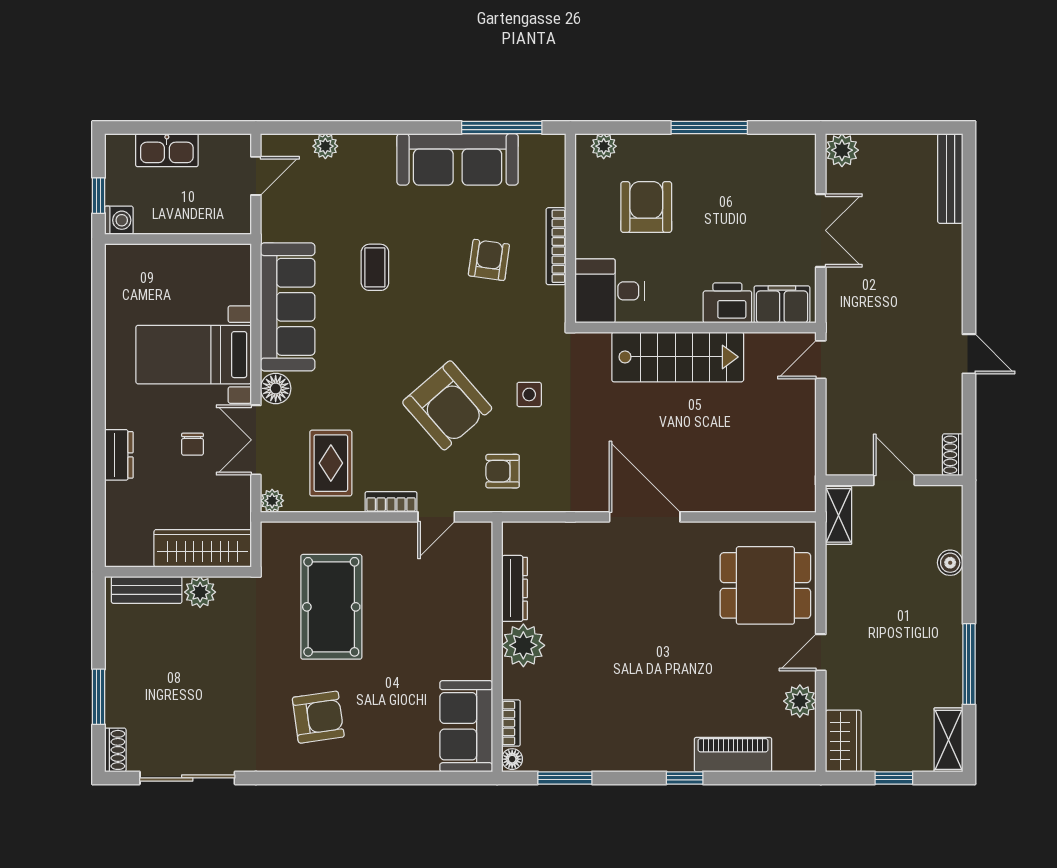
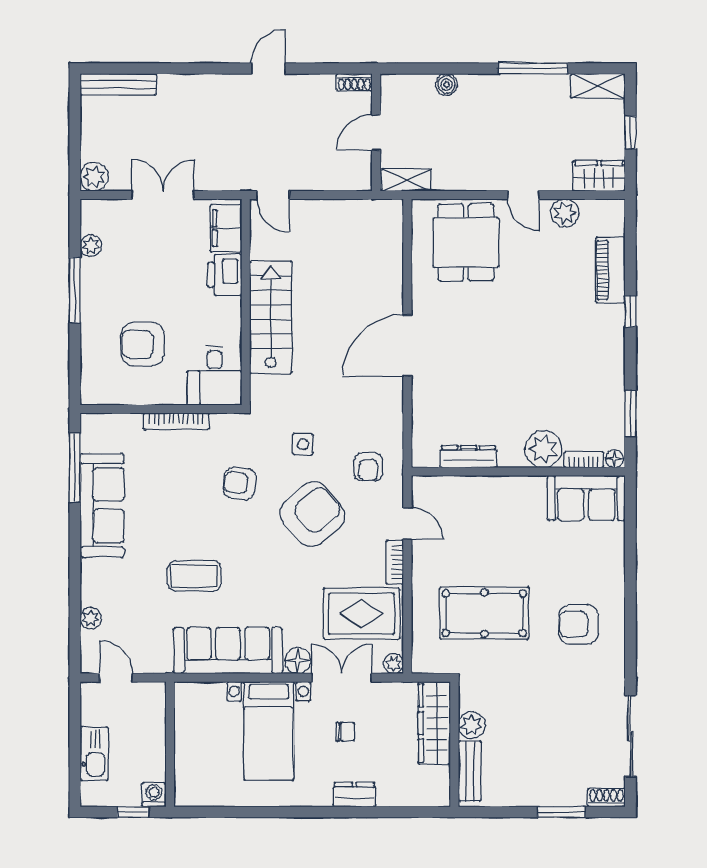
plant: (604, 146) -> (91, 246), moved
armchair: (489, 260) -> (240, 483), moved
coffee table: (375, 267) -> (194, 576), width x1.36, depth x1.30
double door: (256, 440) -> (342, 678), swing flipped
rug: (331, 463) -> (361, 614), width x1.36, depth x1.43
plant: (523, 645) -> (543, 449), moved
armchair: (318, 717) -> (578, 624), turned -82

